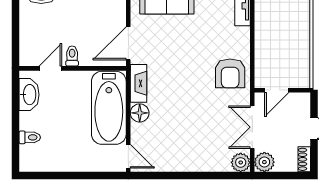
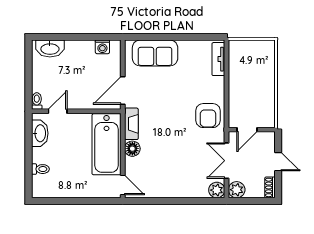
toilet: (72, 56) -> (37, 101), moved

